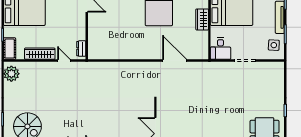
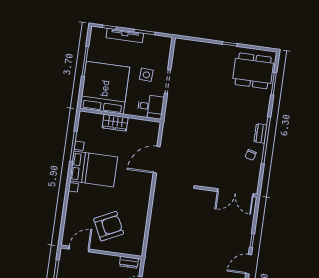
armchair: (110, 26) -> (109, 226), added
side table: (274, 45) -> (146, 75), moved

